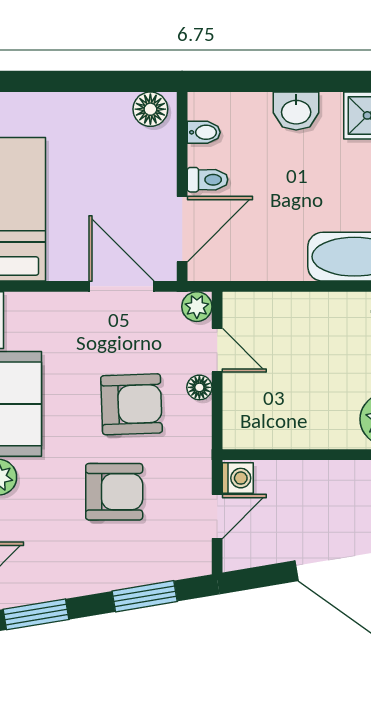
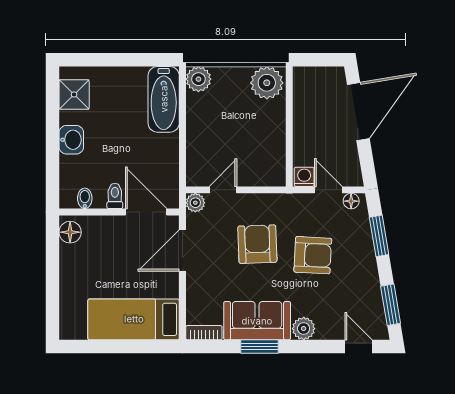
floor lamp: (199, 387) -> (351, 201), moved
armchair: (114, 492) -> (313, 255), turned 93

